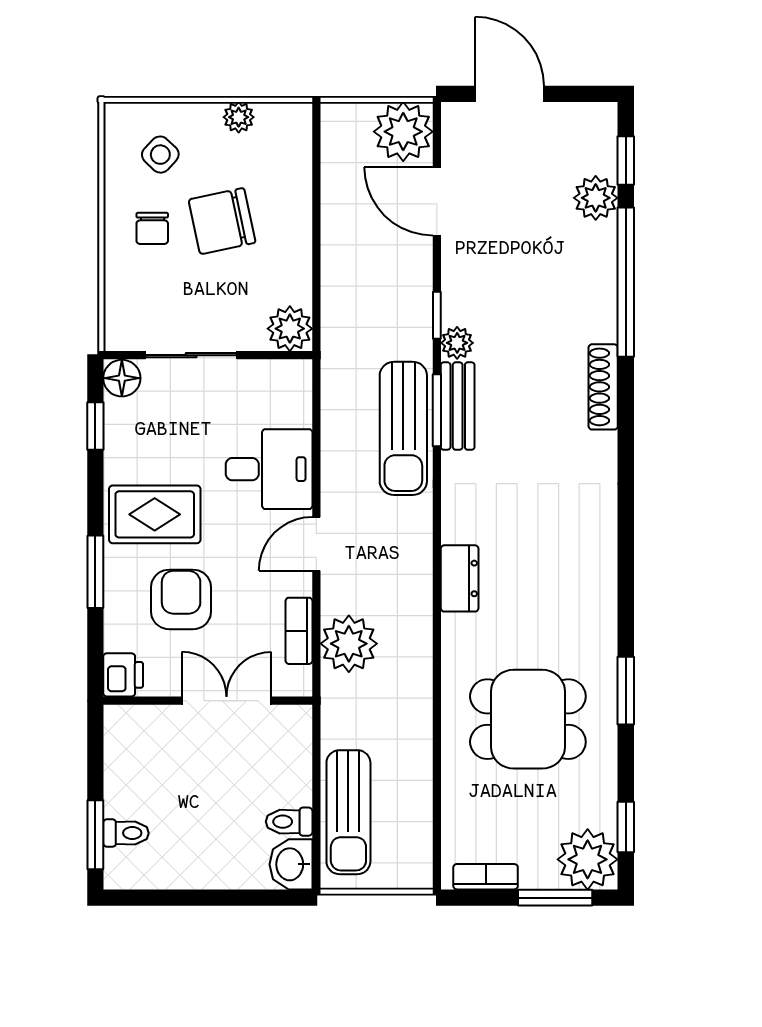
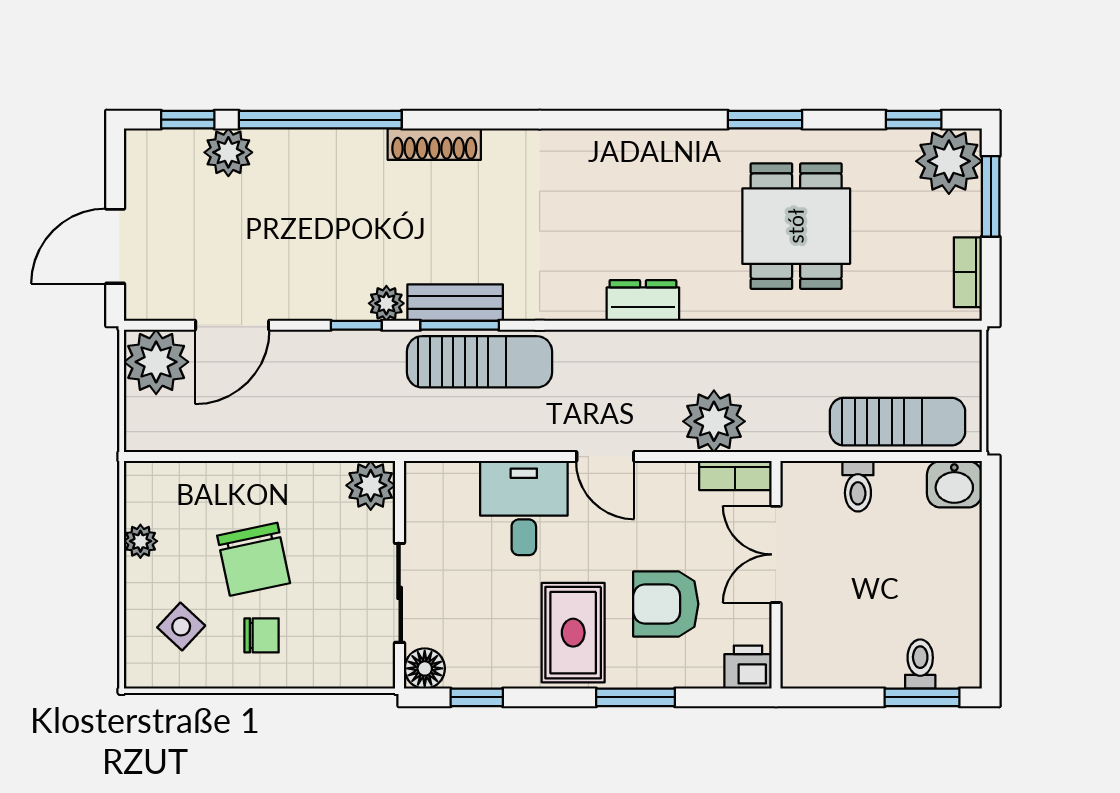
bookcase: (299, 631) -> (735, 475), moved
toilet: (289, 822) -> (858, 486), moved

